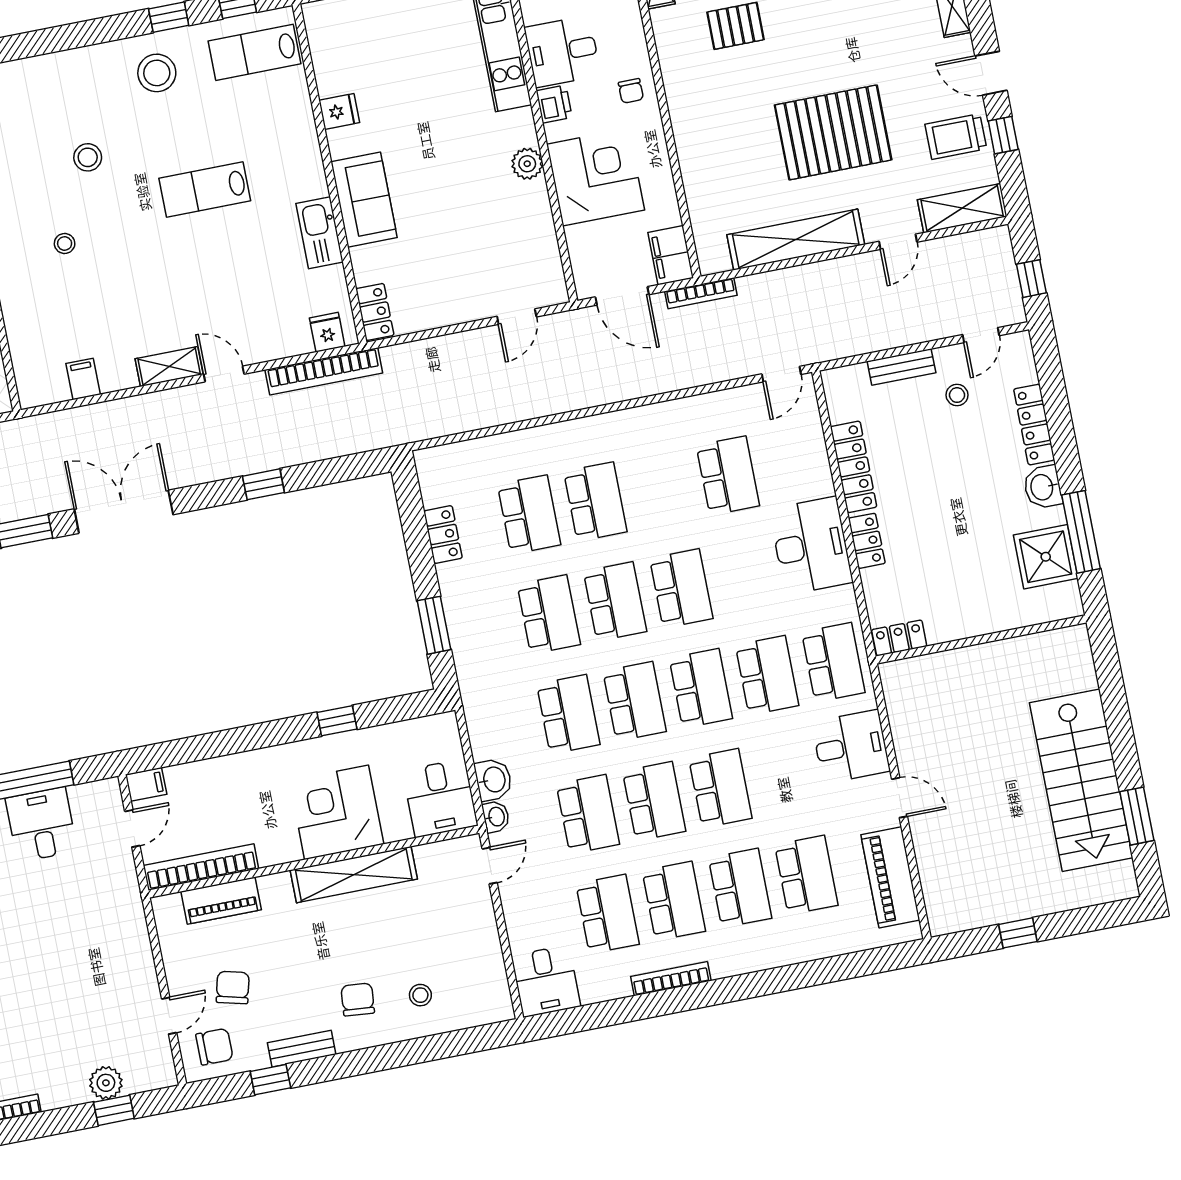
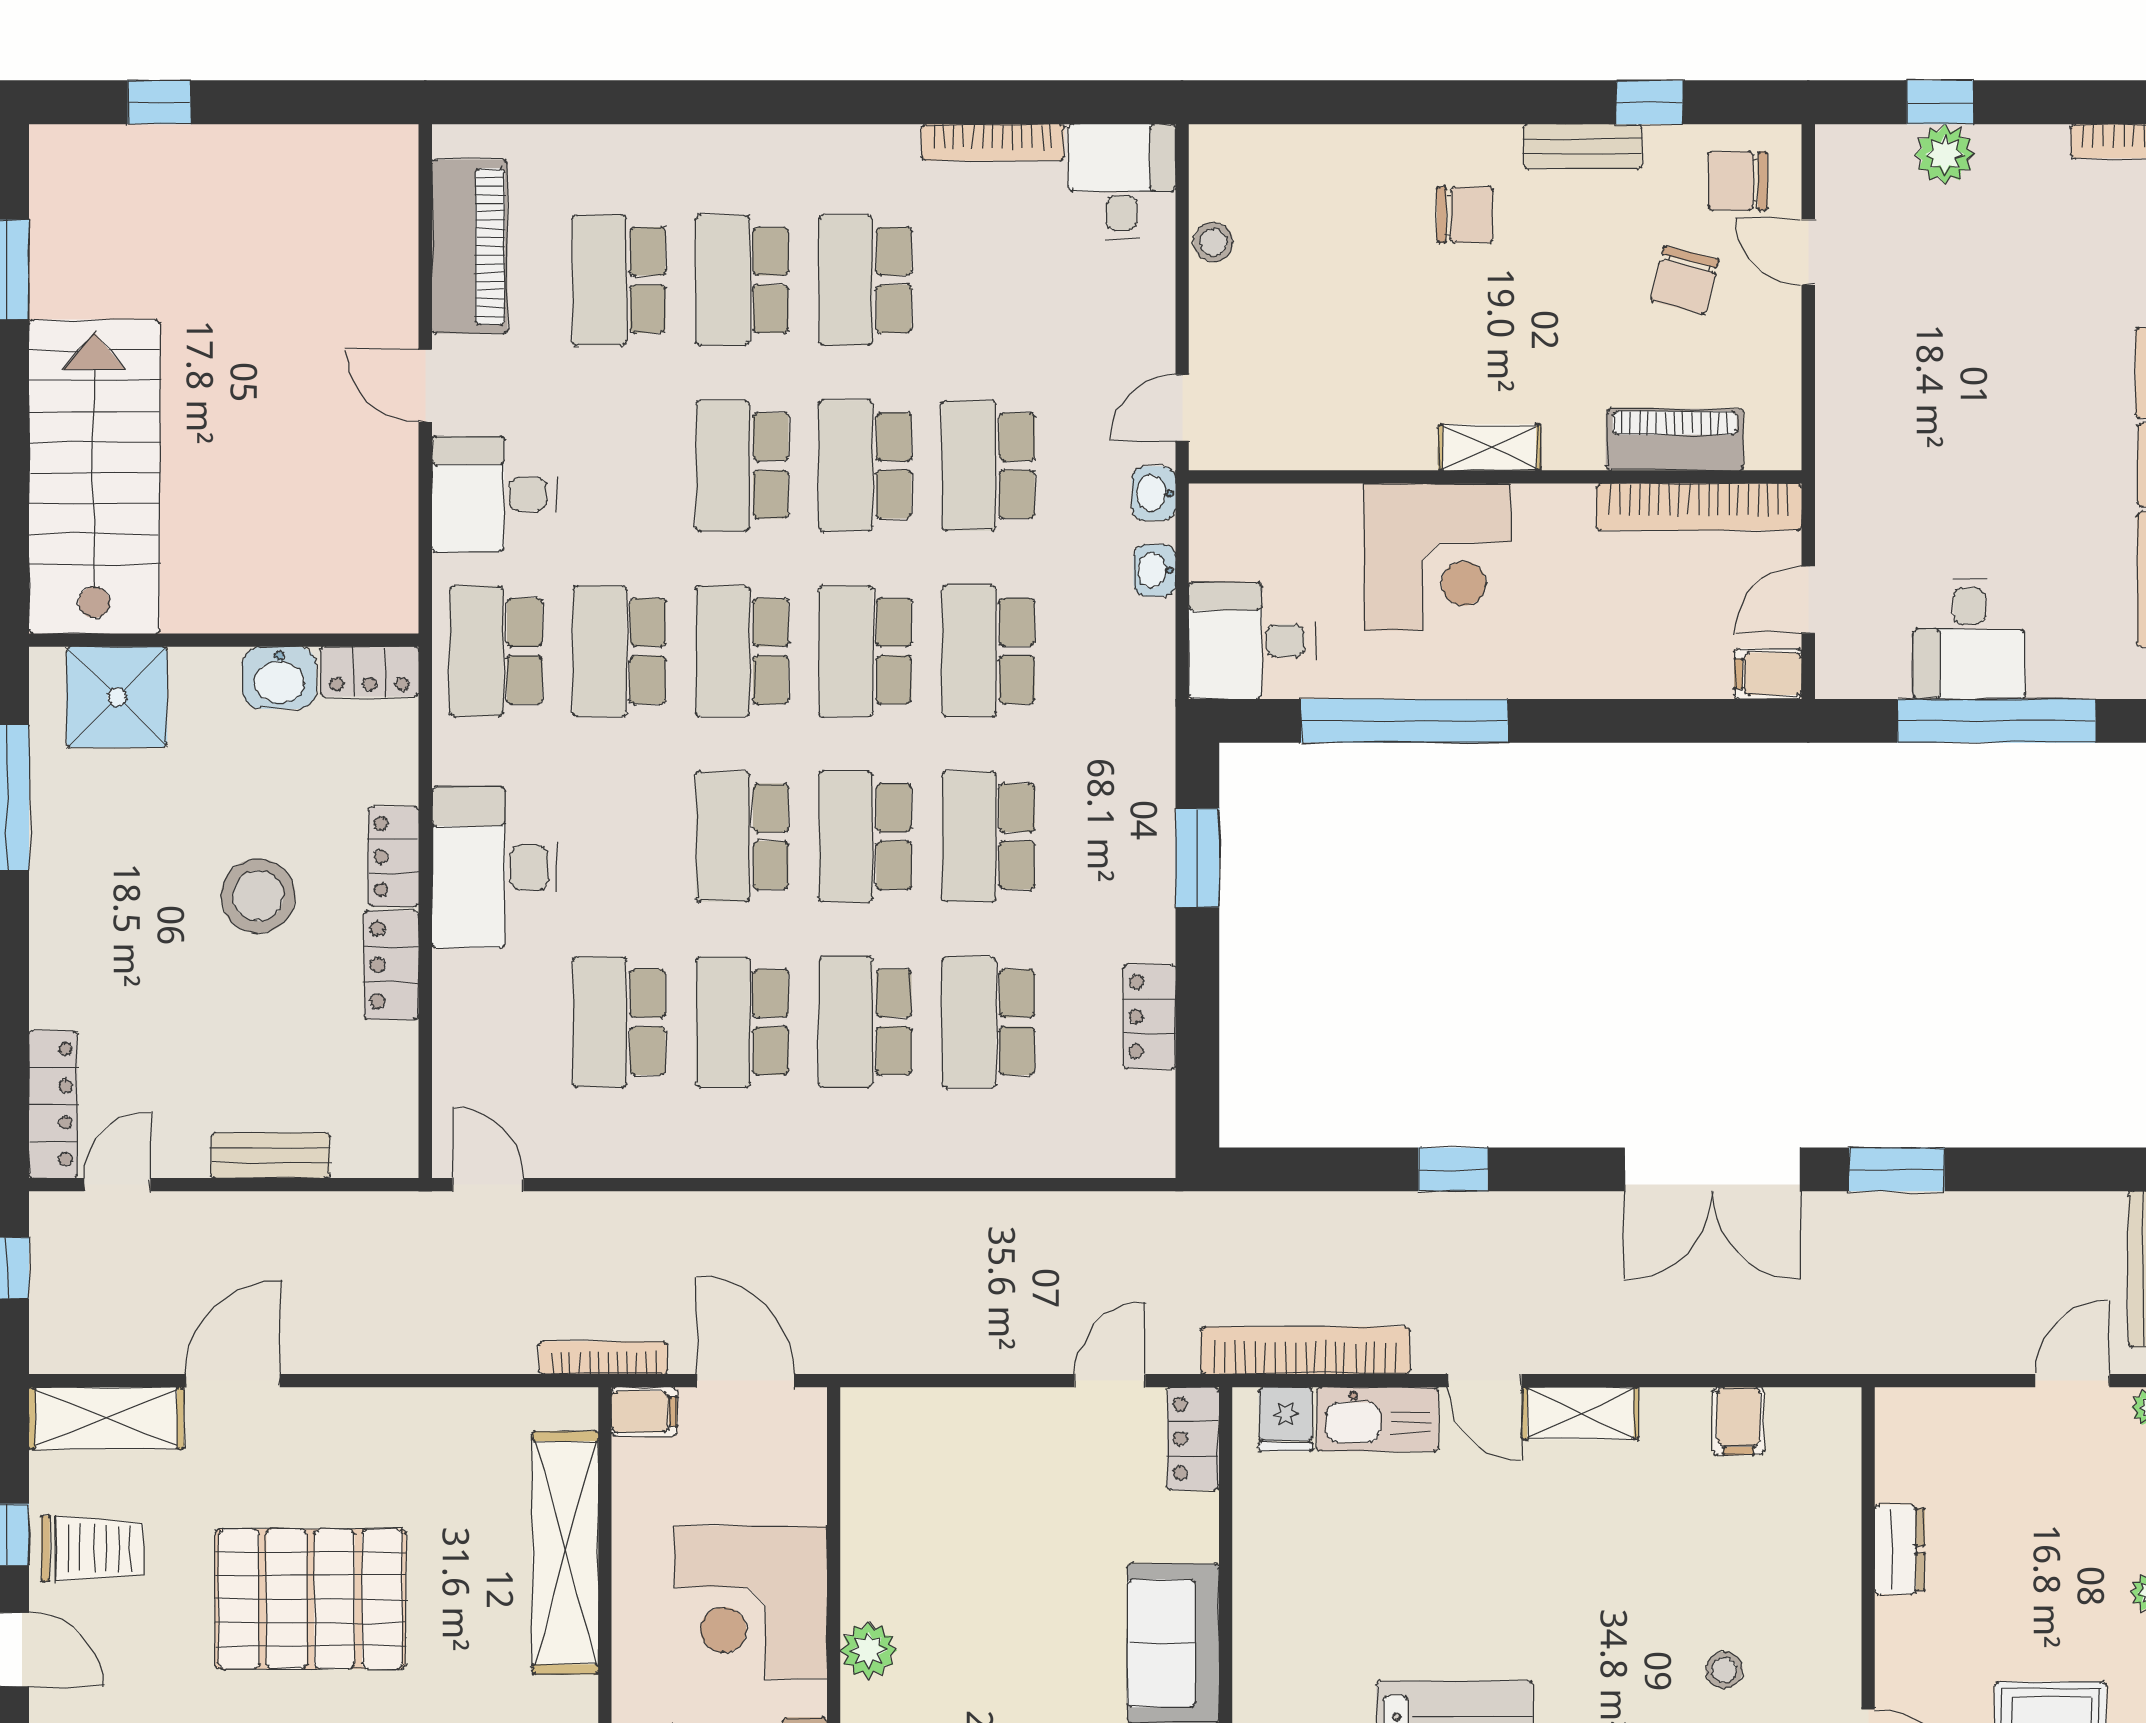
kitchen sink: (320, 233) -> (1378, 1419), moved, turned 90
shelving: (796, 240) -> (565, 1553), moved, turned 90
door: (898, 242) -> (233, 1381), width x1.38
filing cabinet: (671, 255) -> (644, 1412), width x0.50
door: (517, 317) -> (1110, 1381), moved
door: (781, 374) -> (488, 1185), hinge flipped
stool: (957, 395) -> (258, 896), moved, width x1.89, depth x1.89
locker: (1034, 425) -> (53, 1104), moved
locker: (854, 467) -> (391, 965), width x0.66
washbasin: (1043, 487) -> (279, 678), moved, turned 90
shower: (1046, 557) -> (117, 697), moved
window: (337, 721) -> (1404, 721), width x3.17
washbasin: (493, 780) -> (1155, 570), width x0.72, depth x0.69
stairs: (1081, 780) -> (94, 477), moved
desk: (440, 798) -> (1251, 641), moved, turned -90
shelving: (354, 875) -> (1489, 447), width x0.45, depth x0.75
school desk: (607, 914) -> (742, 1022), moved
window: (1018, 933) -> (159, 102), moved
bookcase: (671, 979) -> (993, 142), moved
stool: (420, 995) -> (1213, 242), moved
chair: (358, 999) -> (1465, 215), turned -95
door: (169, 1016) -> (1808, 252), hinge flipped

